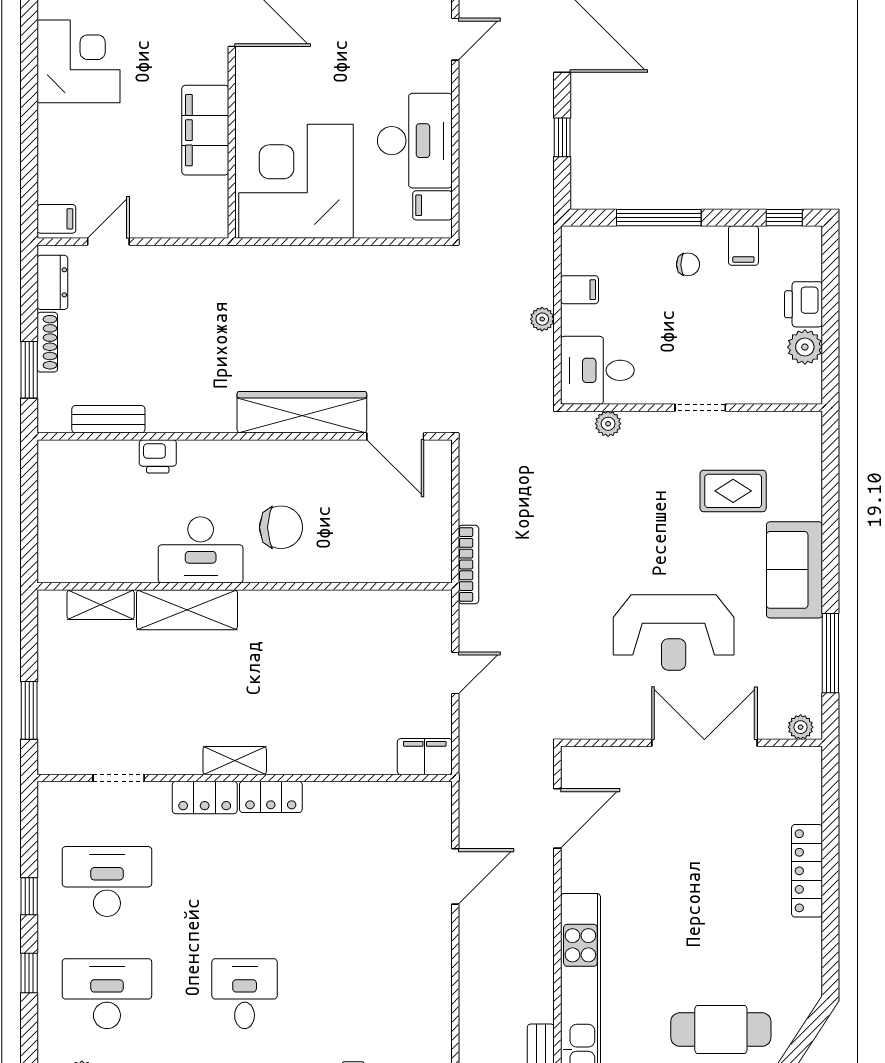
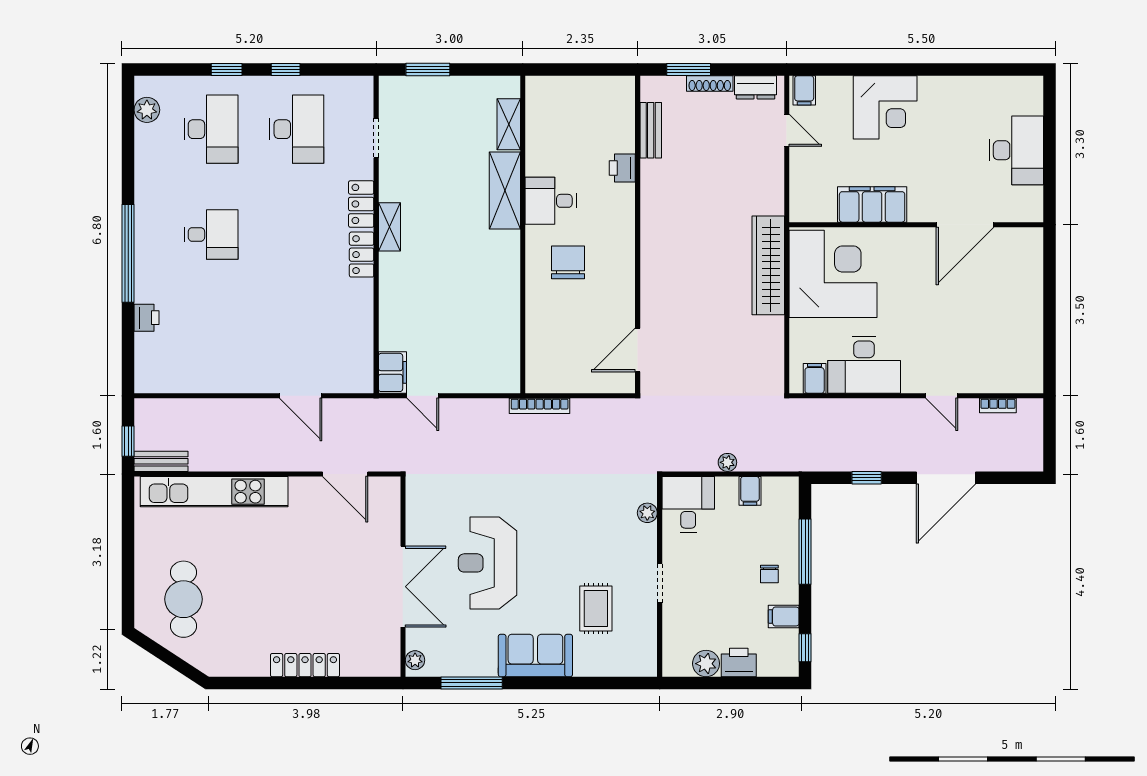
corner desk: (79, 61) -> (885, 107), moved
wardrobe: (302, 412) -> (768, 265), moved, turned 180
chair: (281, 527) -> (568, 262), turned 180
desk: (201, 550) -> (551, 201), width x0.73
door: (455, 673) -> (423, 396), moved

